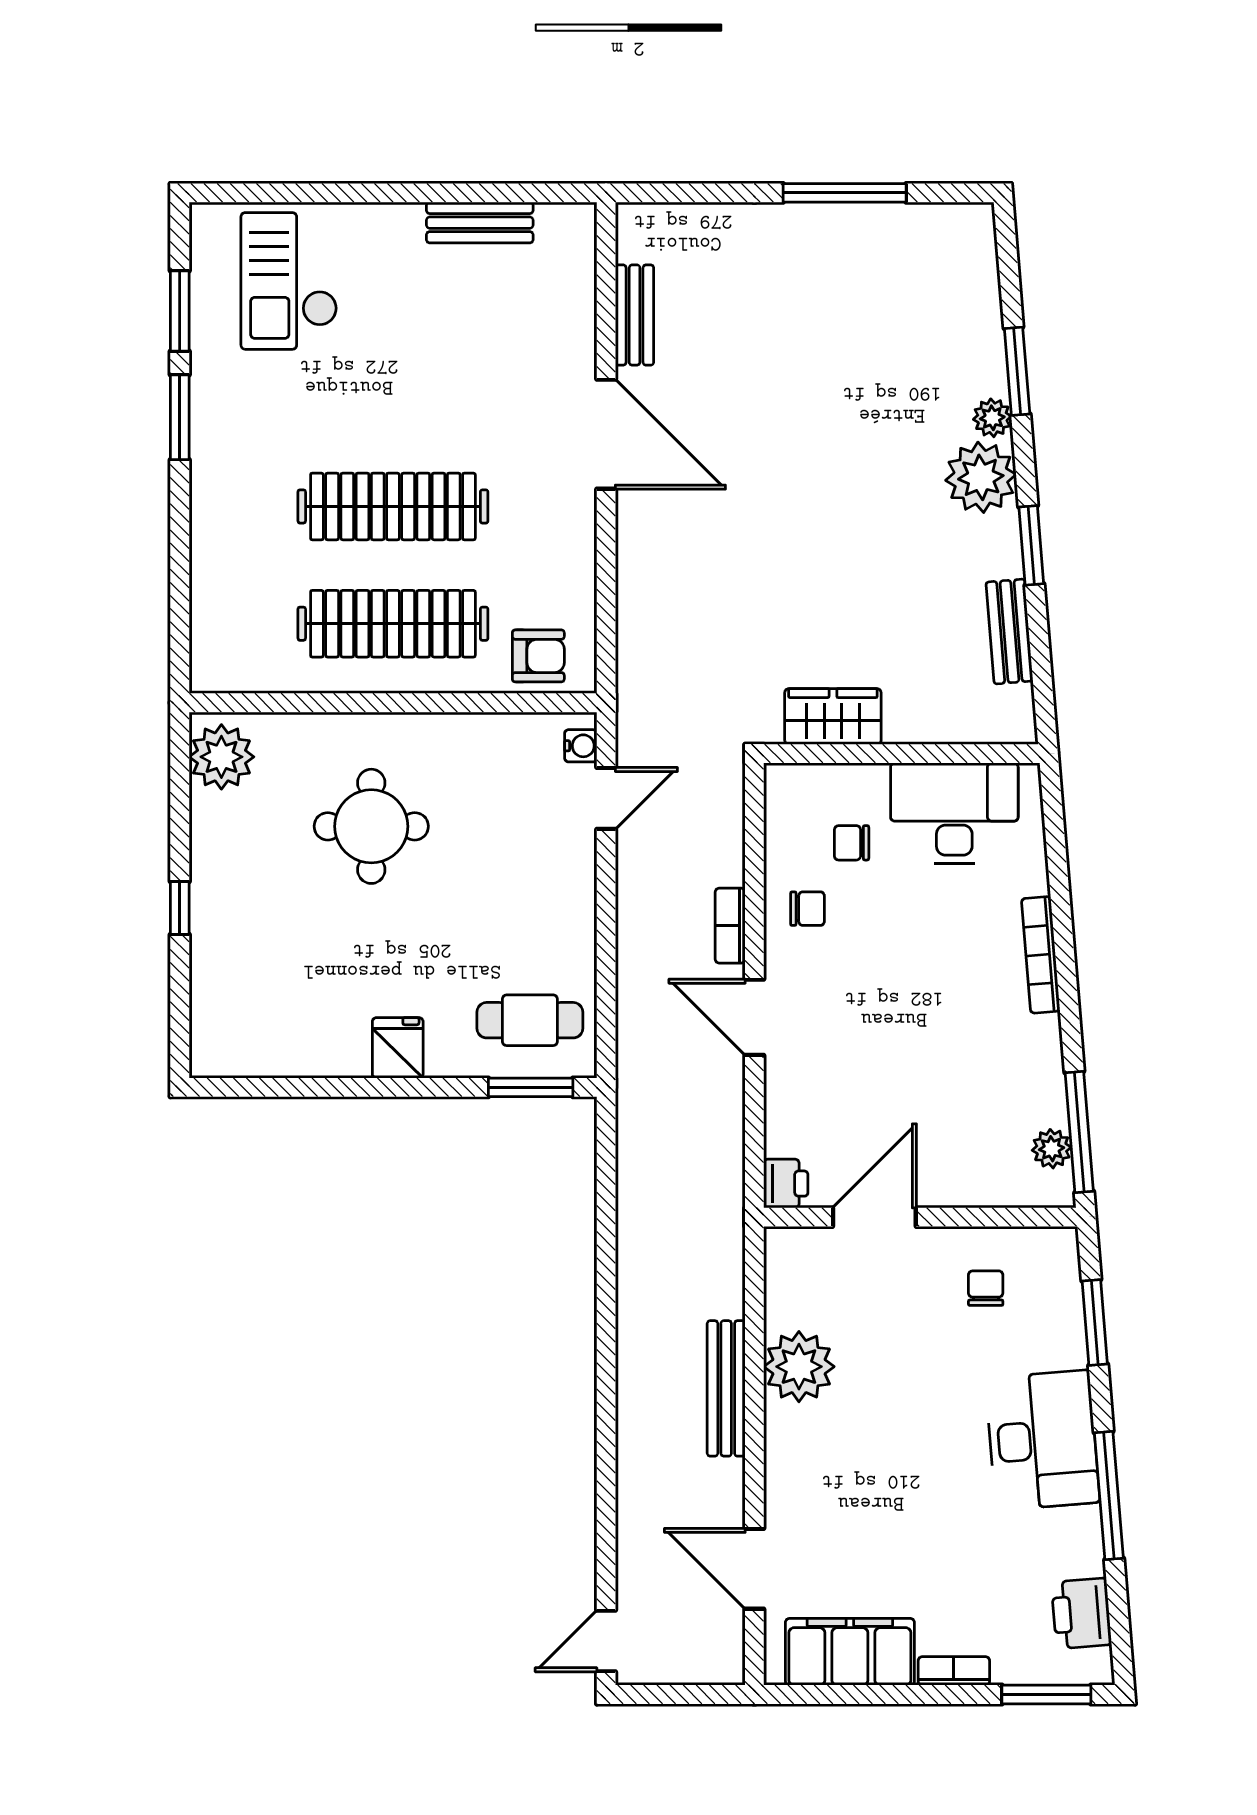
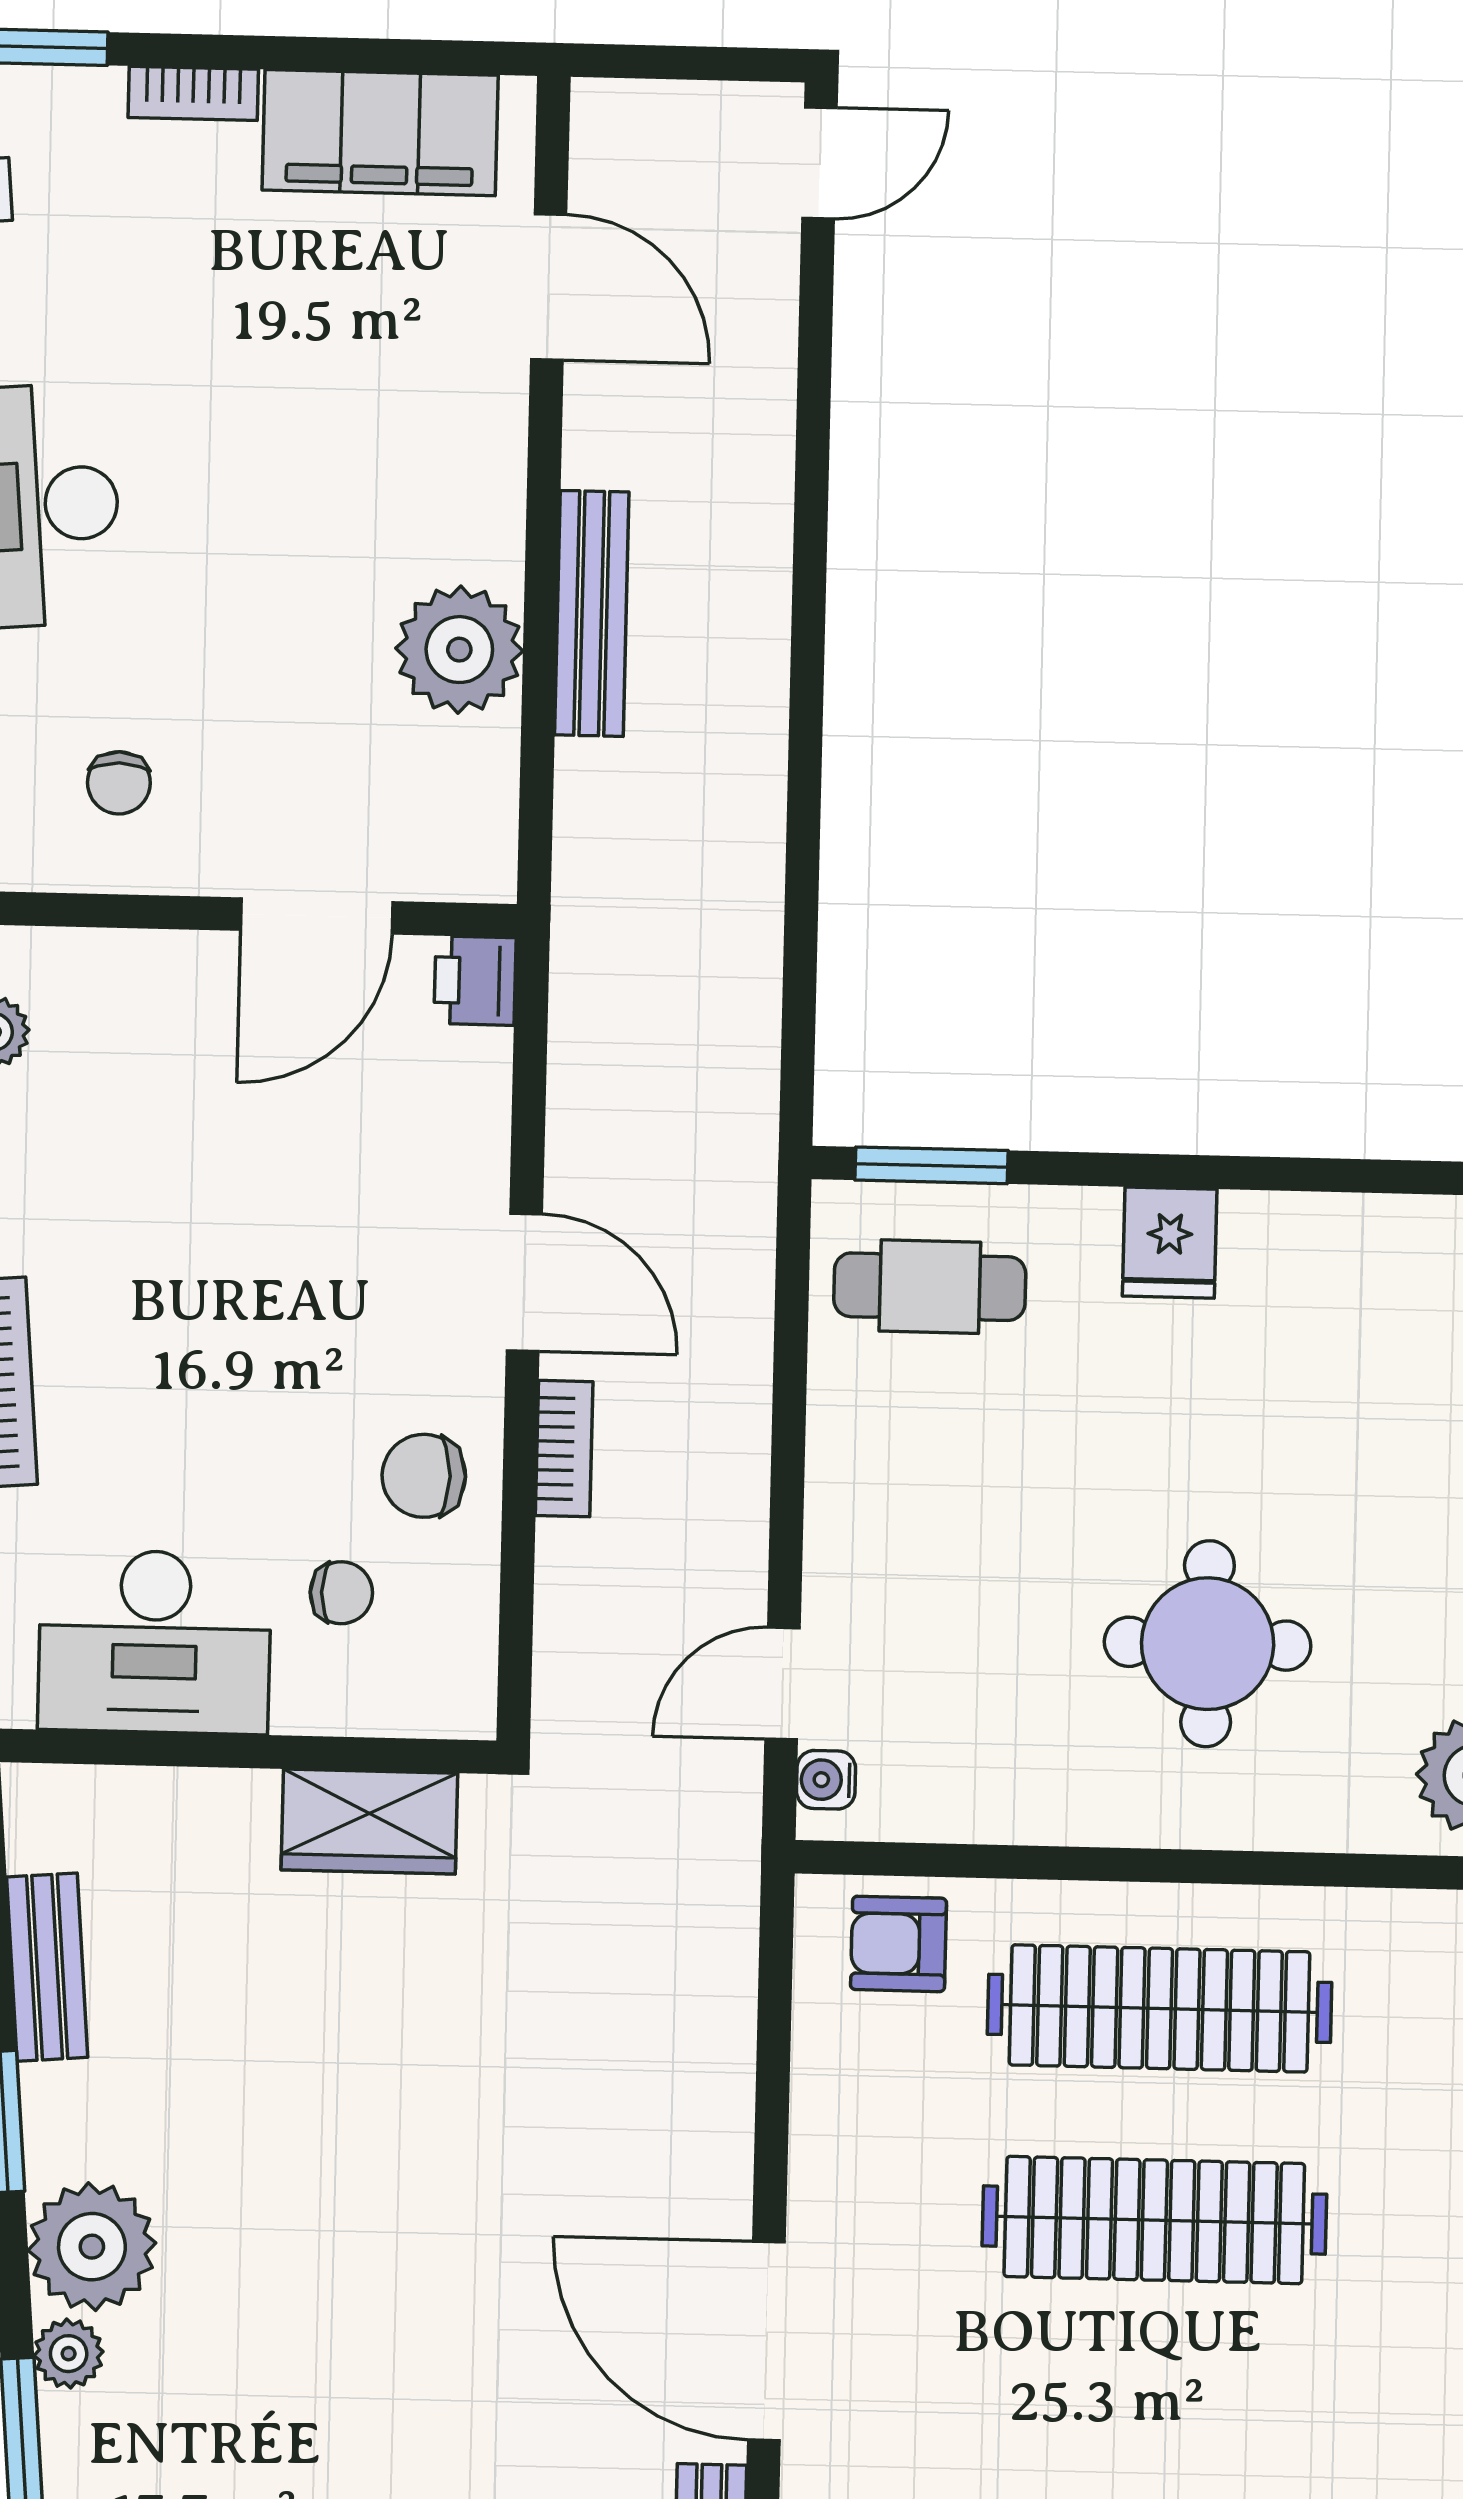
chair: (807, 909) -> (424, 1476), width x1.37, depth x1.37

